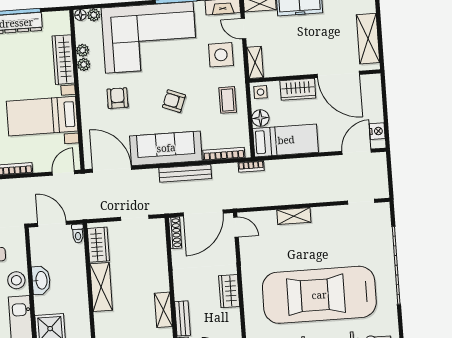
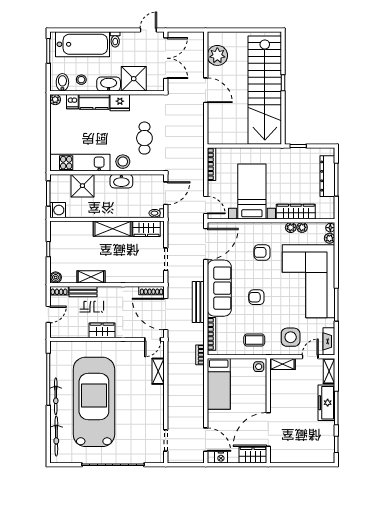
shelving: (368, 39) -> (295, 455), removed
wardrobe: (298, 89) -> (253, 455), moved, turned 90
armchair: (117, 98) -> (262, 252), turned 180
armchair: (174, 101) -> (256, 297), turned -111
floor lamp: (260, 118) -> (238, 365), removed
shelving: (294, 216) -> (158, 371), moved

